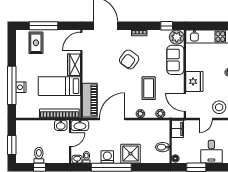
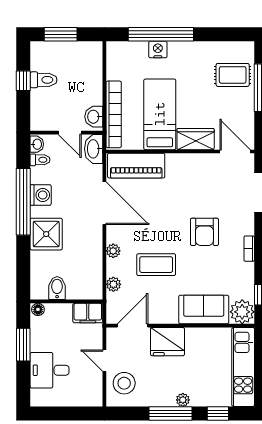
armchair: (129, 60) -> (204, 232), turned -126

